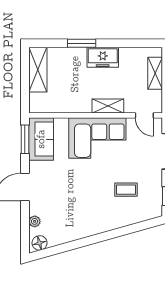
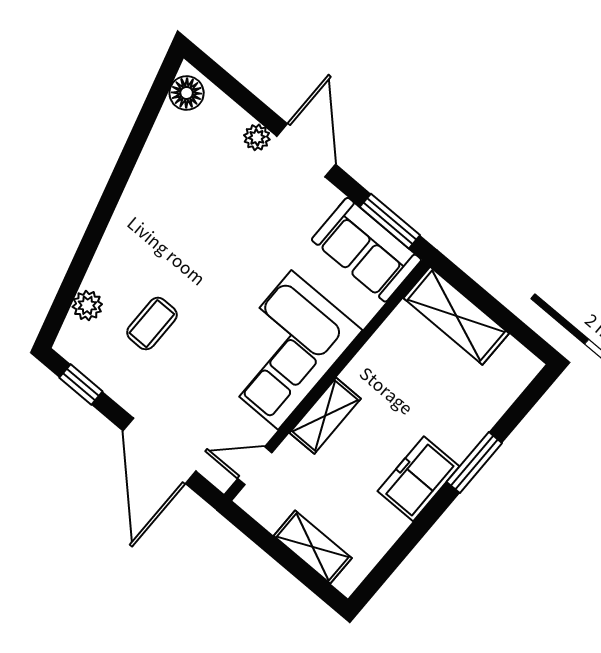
shelving: (38, 70) -> (456, 316), moved
plant: (138, 216) -> (87, 305), added
plant: (35, 221) -> (257, 137), moved

